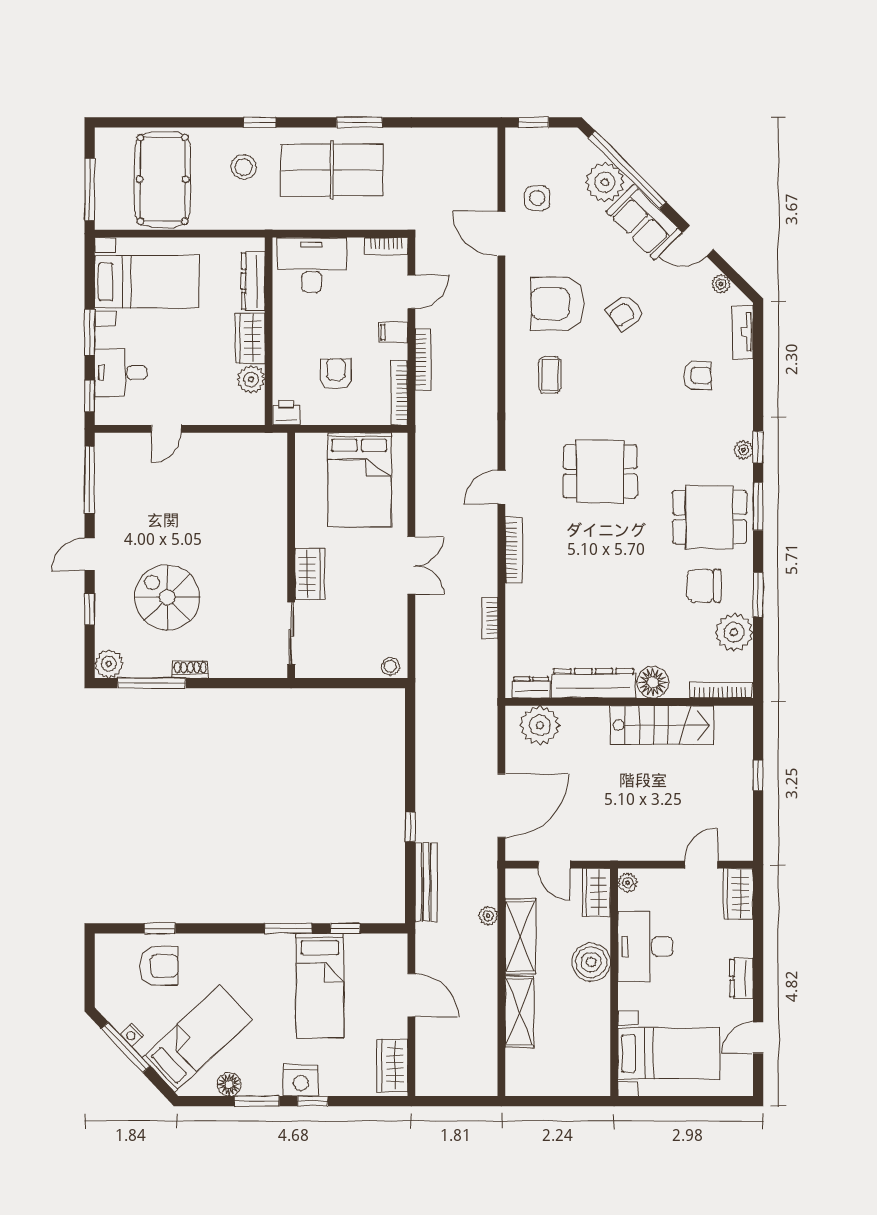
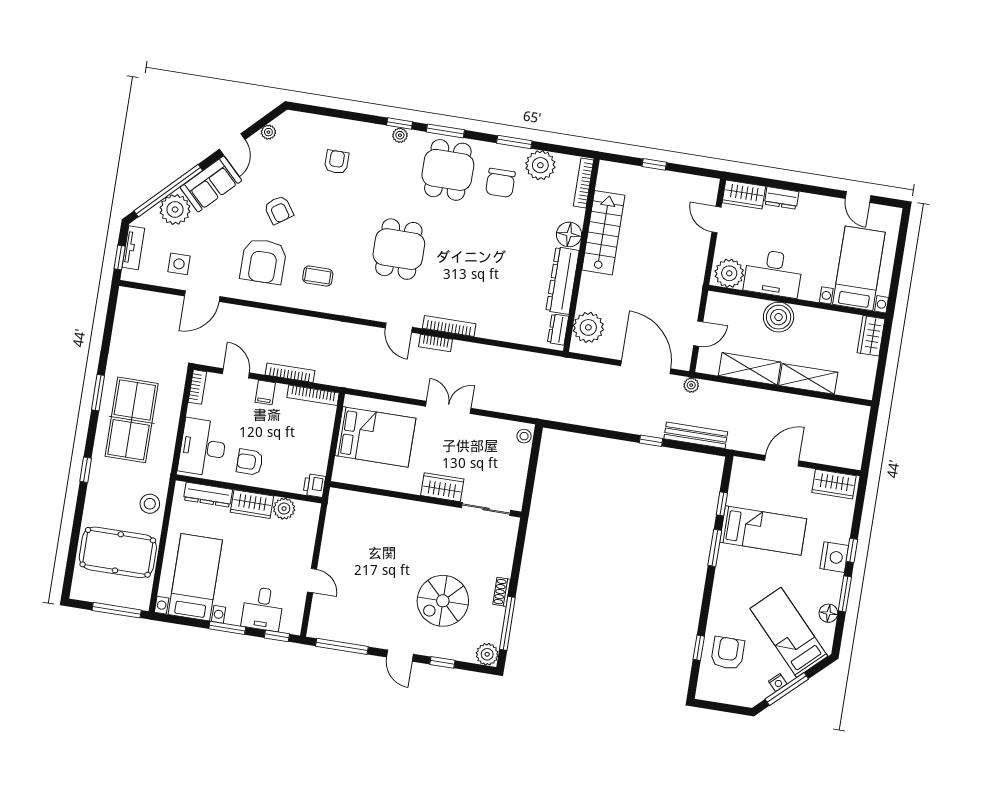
stool: (244, 167) -> (150, 504), moved
tv unit: (743, 332) -> (133, 248), moved, turned -90
armchair: (336, 374) -> (250, 462), moved
bookcase: (490, 618) -> (435, 343), moved
plant: (628, 883) -> (729, 273), width x1.87, depth x1.87
wardrobe: (596, 892) -> (871, 336), moved, turned 90
plant: (488, 916) -> (691, 385), moved
dresser: (742, 978) -> (782, 198), moved

